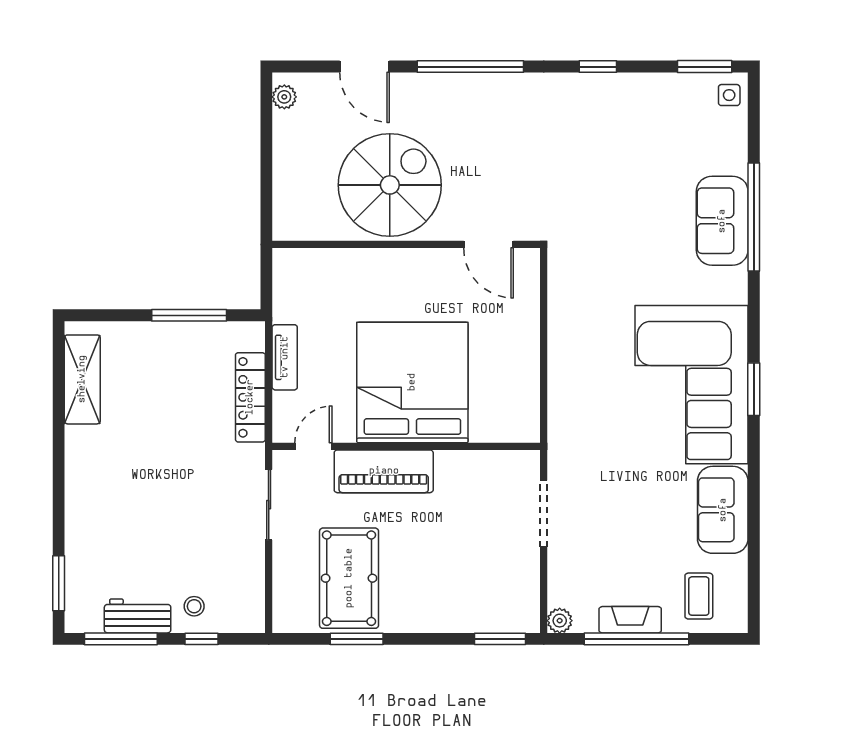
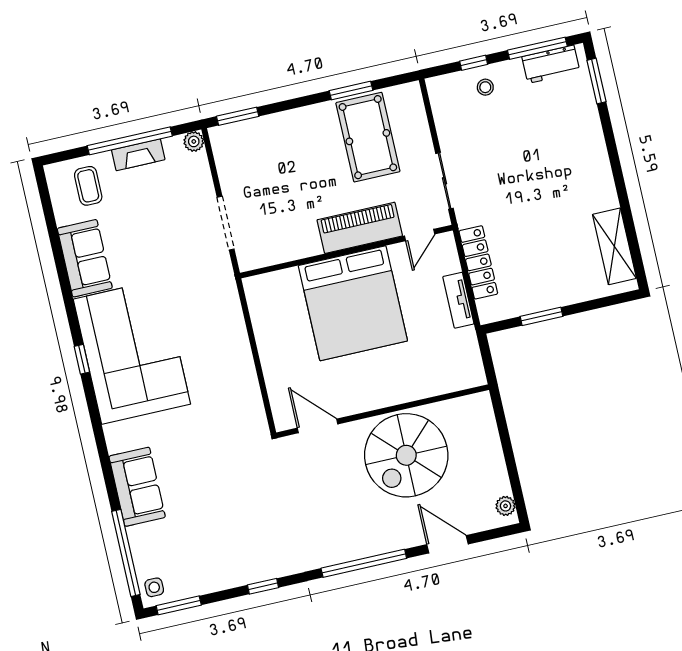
window: (754, 217) -> (126, 553), moved
window: (189, 315) -> (541, 316), width x0.69
window: (754, 389) -> (82, 359), width x0.67
workbench: (138, 616) -> (551, 64), moved

